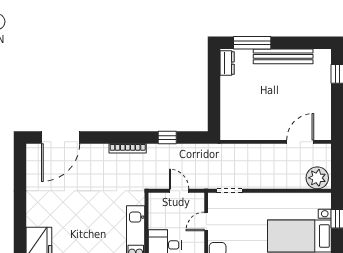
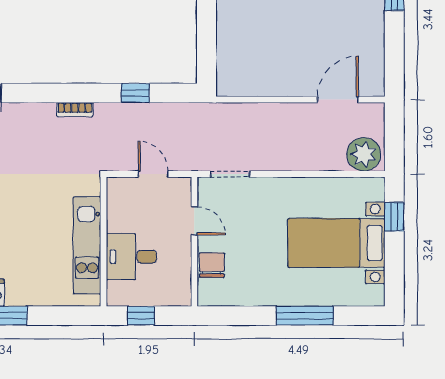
bookcase: (128, 148) -> (75, 110), width x0.64
door: (206, 221) -> (194, 221), swing flipped

